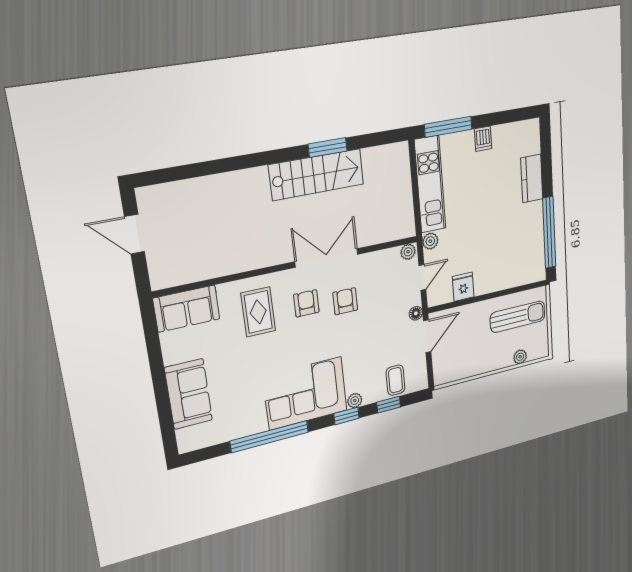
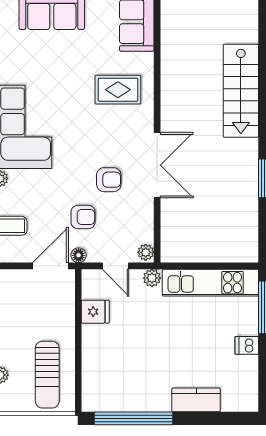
stairs: (317, 175) -> (241, 91), moved
armchair: (306, 303) -> (83, 217), moved
door: (427, 336) -> (51, 266), swing flipped

